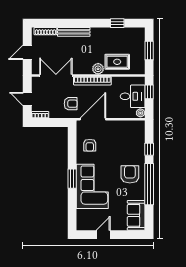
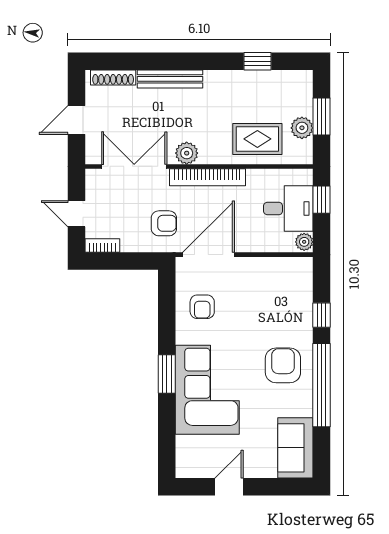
plant: (139, 56) -> (302, 128), added
plant: (98, 69) -> (187, 153), moved

